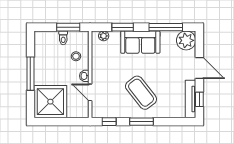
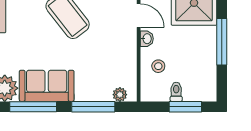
window: (68, 27) -> (185, 107), moved
window: (123, 27) -> (93, 107), width x1.44
sofa: (140, 42) -> (47, 86), moved

